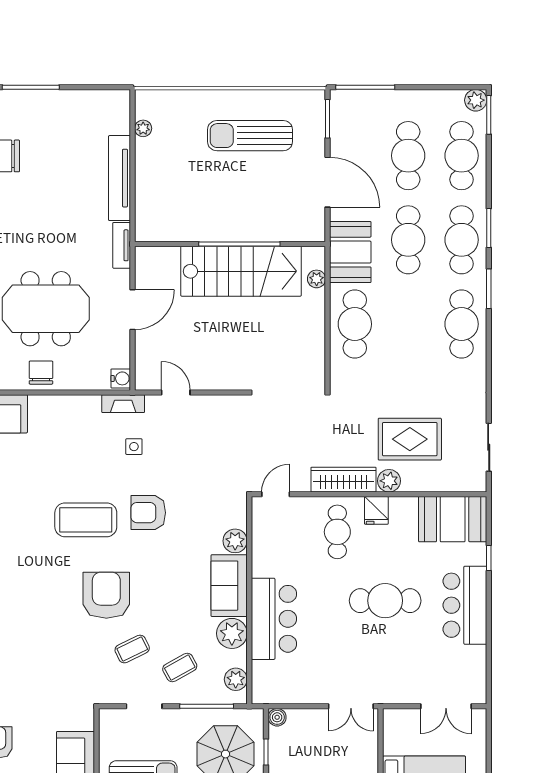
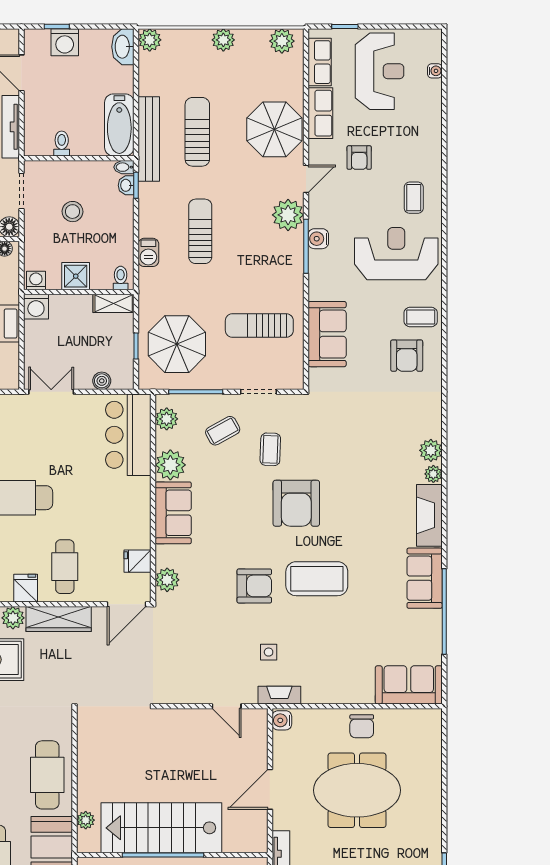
door: (276, 494) -> (127, 604), width x1.38
fridge: (265, 537) -> (138, 561), added
plant: (235, 541) -> (167, 580), moved
bar counter: (274, 619) -> (128, 435), moved
coffee table: (132, 649) -> (270, 449), turned -62
boiler: (277, 717) -> (102, 381), moved

